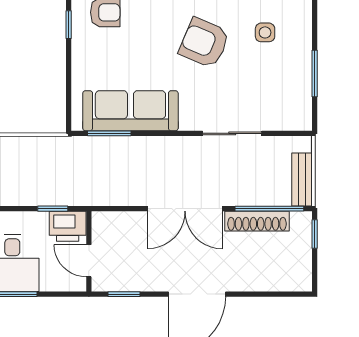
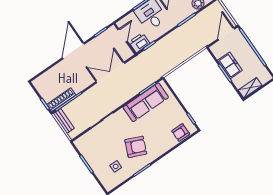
double door: (185, 209) -> (110, 73), moved
shoe rack: (257, 221) -> (61, 100), moved
door: (89, 261) -> (122, 35), hinge flipped

